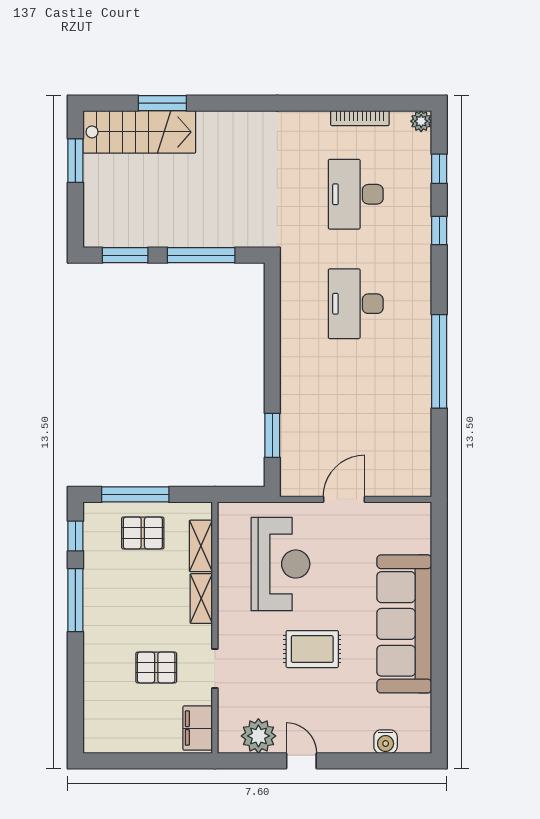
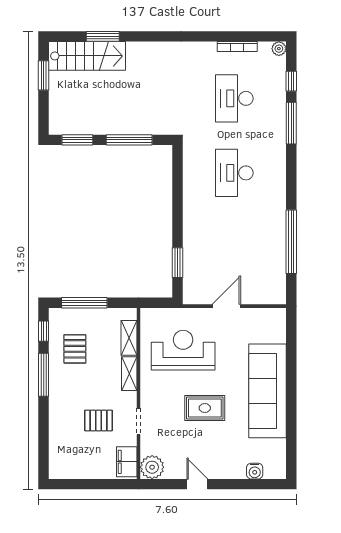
window: (439, 230) -> (291, 123), width x2.17
window: (439, 361) -> (291, 242), moved
pallet: (143, 533) -> (75, 349), moved, turned 90
reception desk: (280, 564) -> (183, 350), turned -90
plant: (258, 736) -> (152, 467), moved

